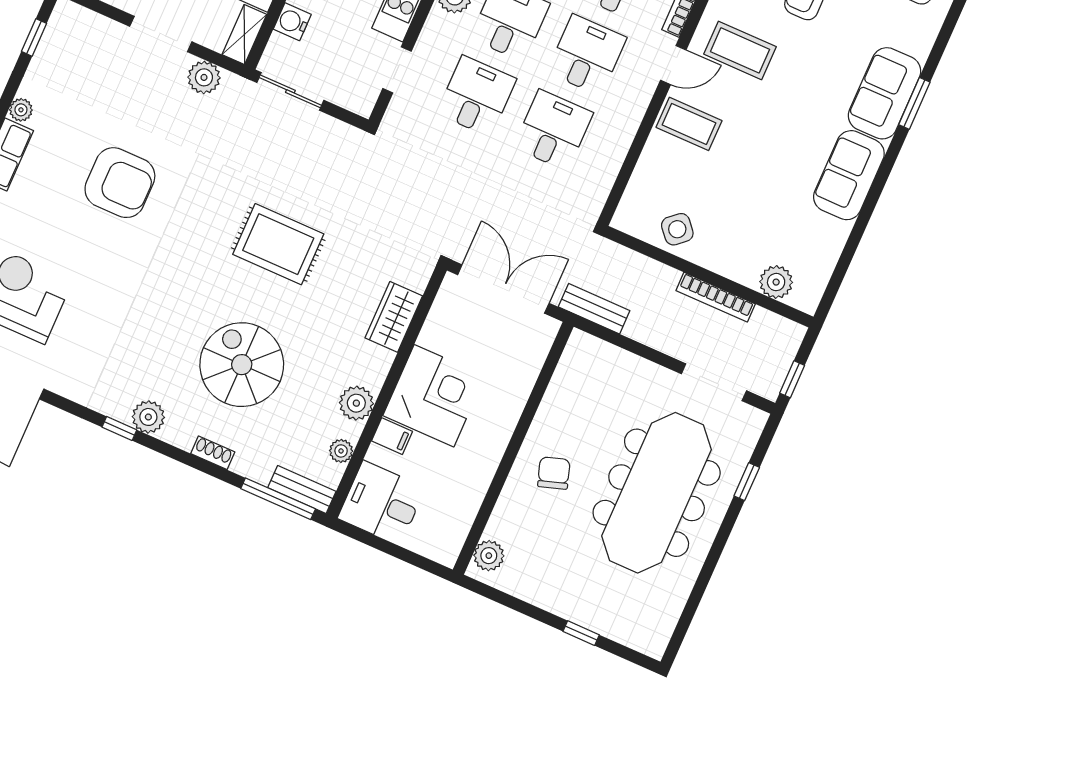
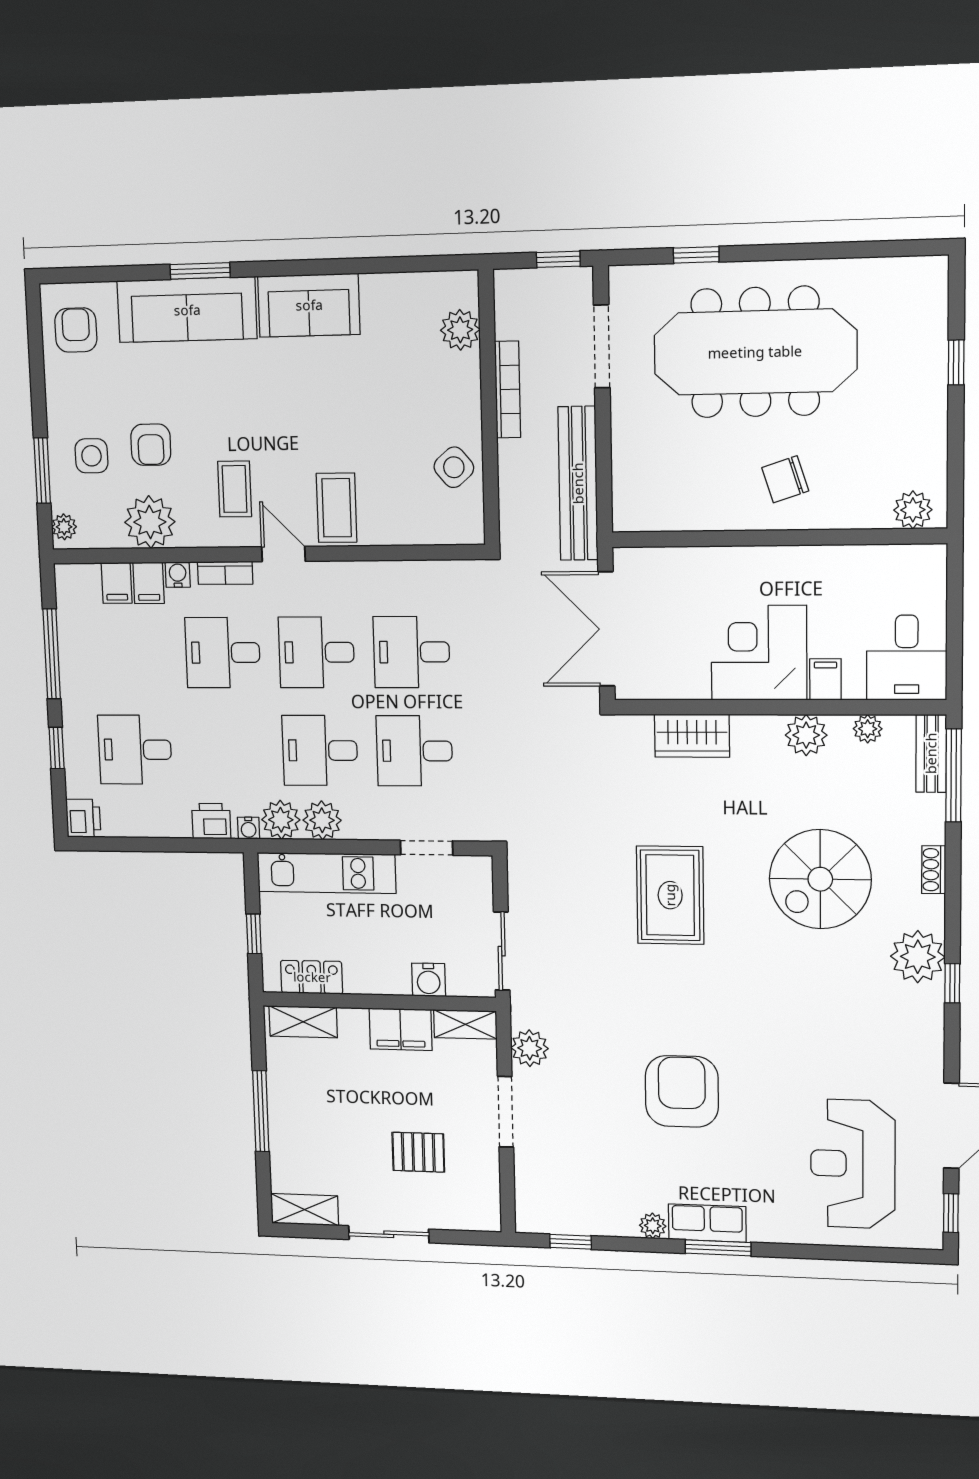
coffee table: (740, 50) -> (235, 489), width x0.73, depth x0.77
sofa: (885, 93) -> (187, 310), width x1.36
bench: (594, 309) -> (578, 483), width x1.86, depth x1.21
plant: (148, 417) -> (918, 957), width x1.36, depth x1.36

